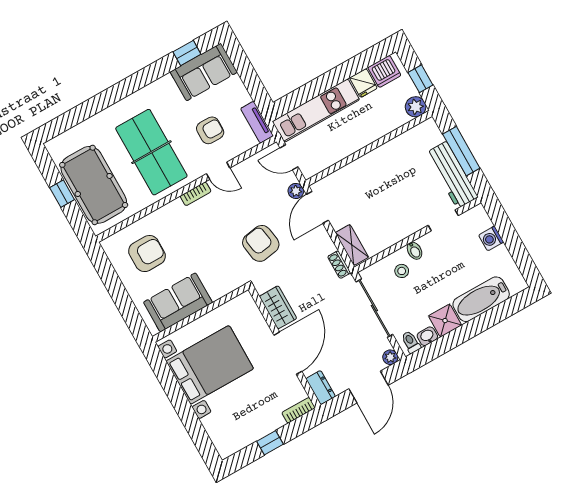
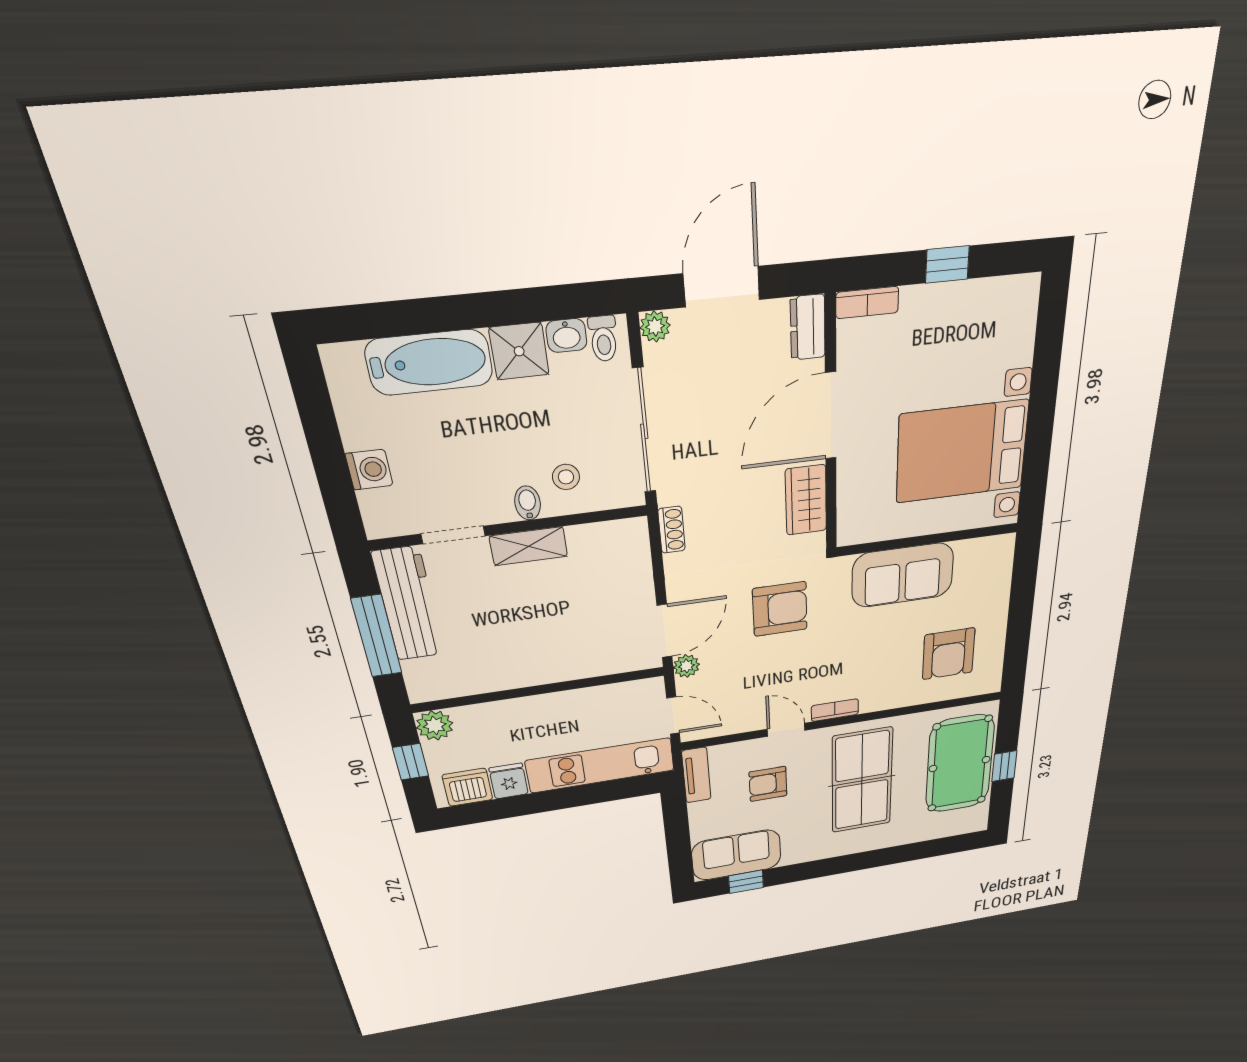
armchair: (261, 243) -> (780, 609), turned -81
shelving: (352, 245) -> (529, 546), moved, turned 90
armchair: (147, 254) -> (949, 654), turned -90
sofa: (178, 302) -> (903, 575), moved

